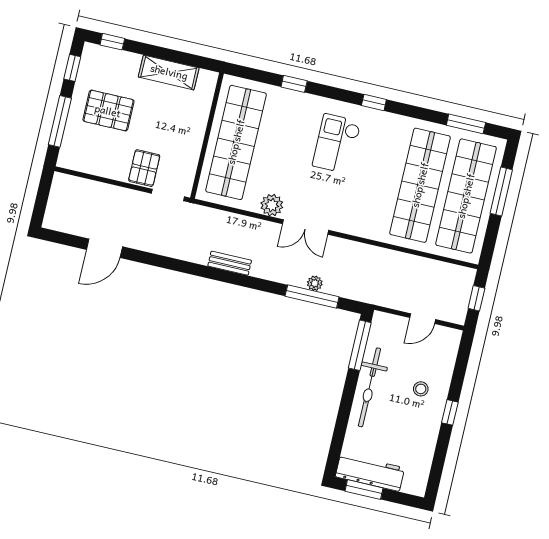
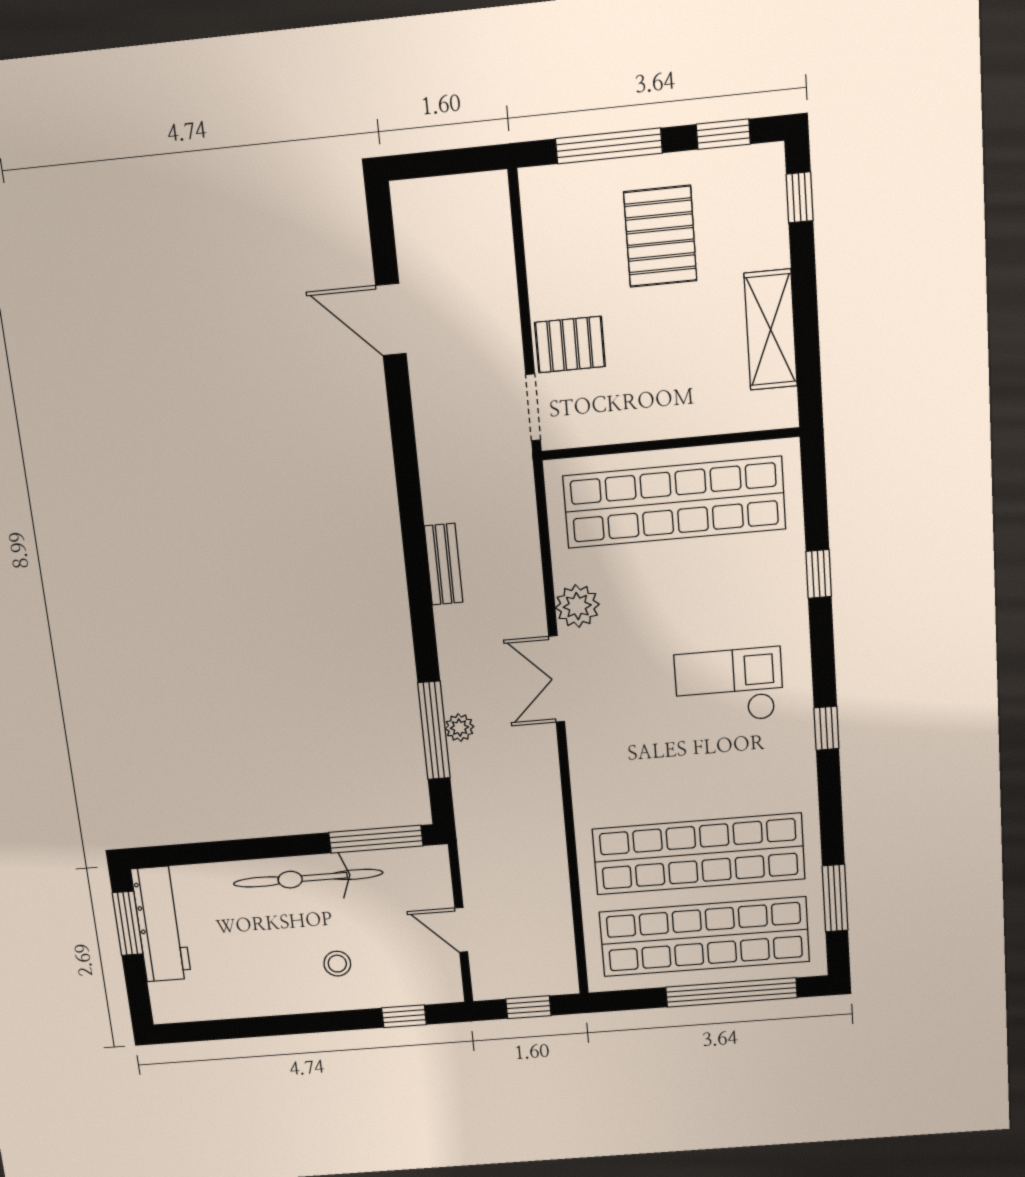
window: (501, 191) -> (731, 992), width x1.46
window: (450, 412) -> (404, 1016), moved

